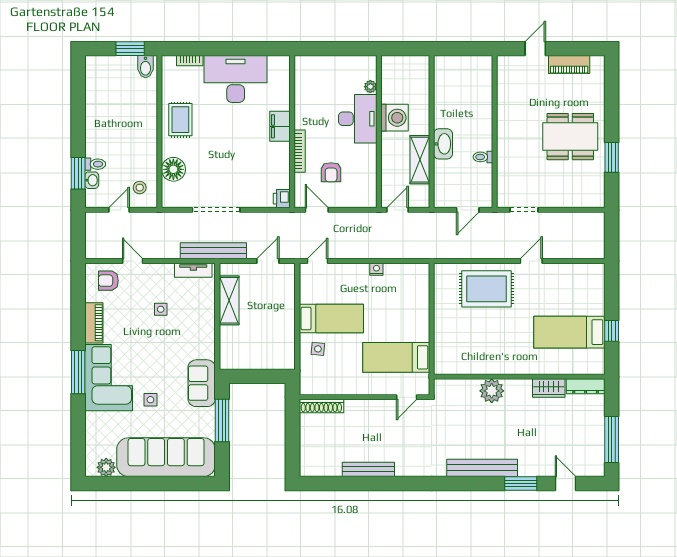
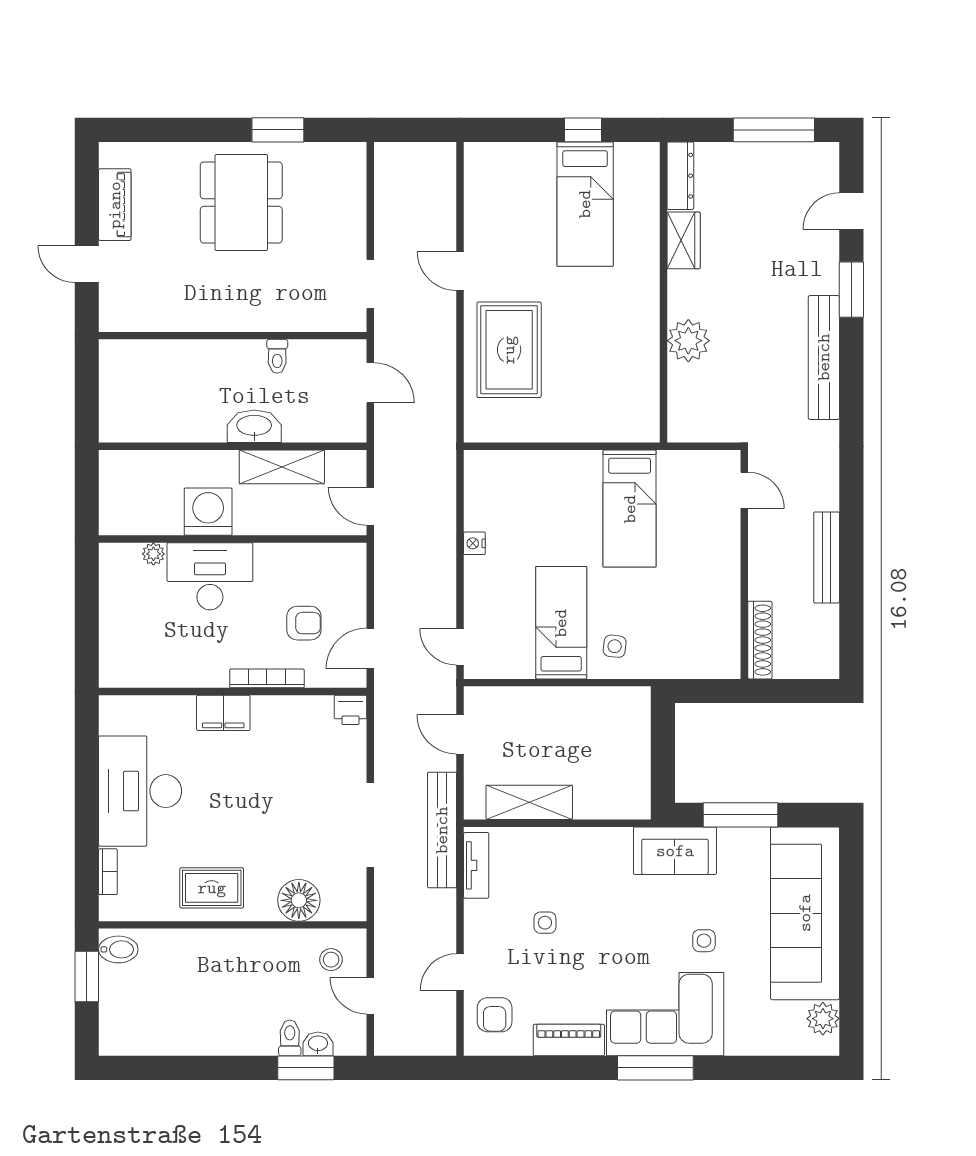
wall: (364, 397) -> (744, 564), moved
door: (407, 397) -> (744, 490), moved
shoe rack: (321, 406) -> (760, 640), moved

